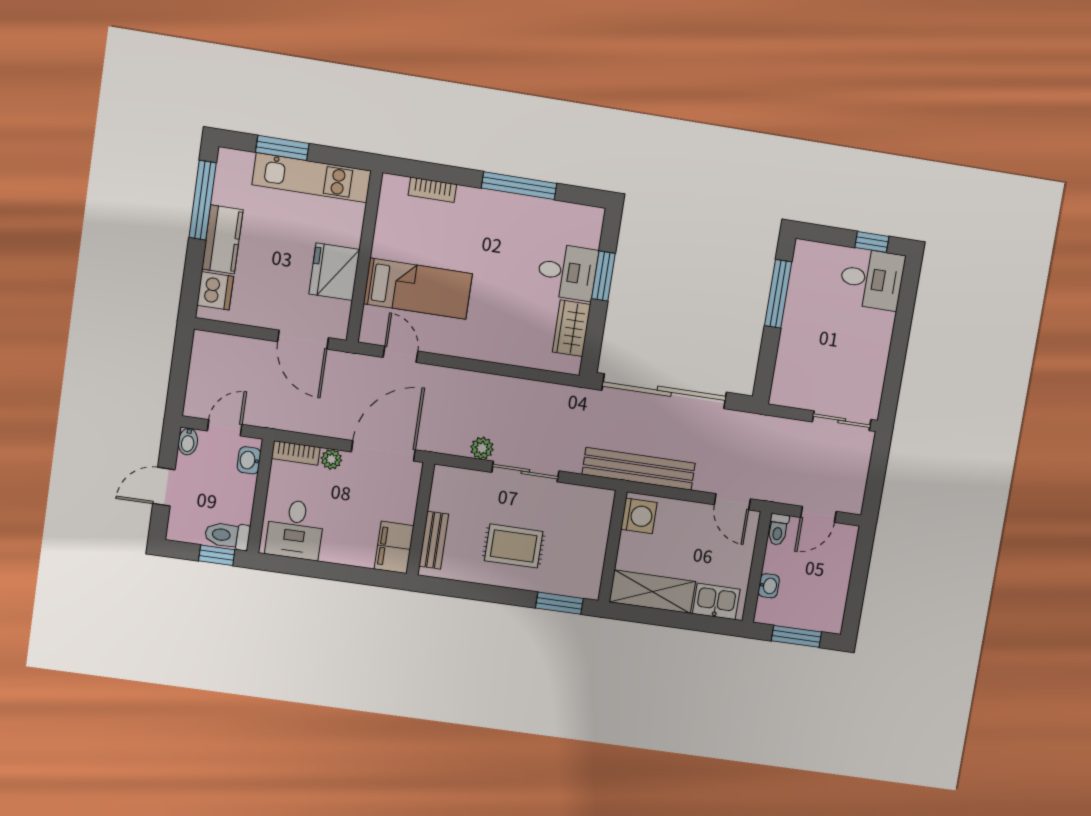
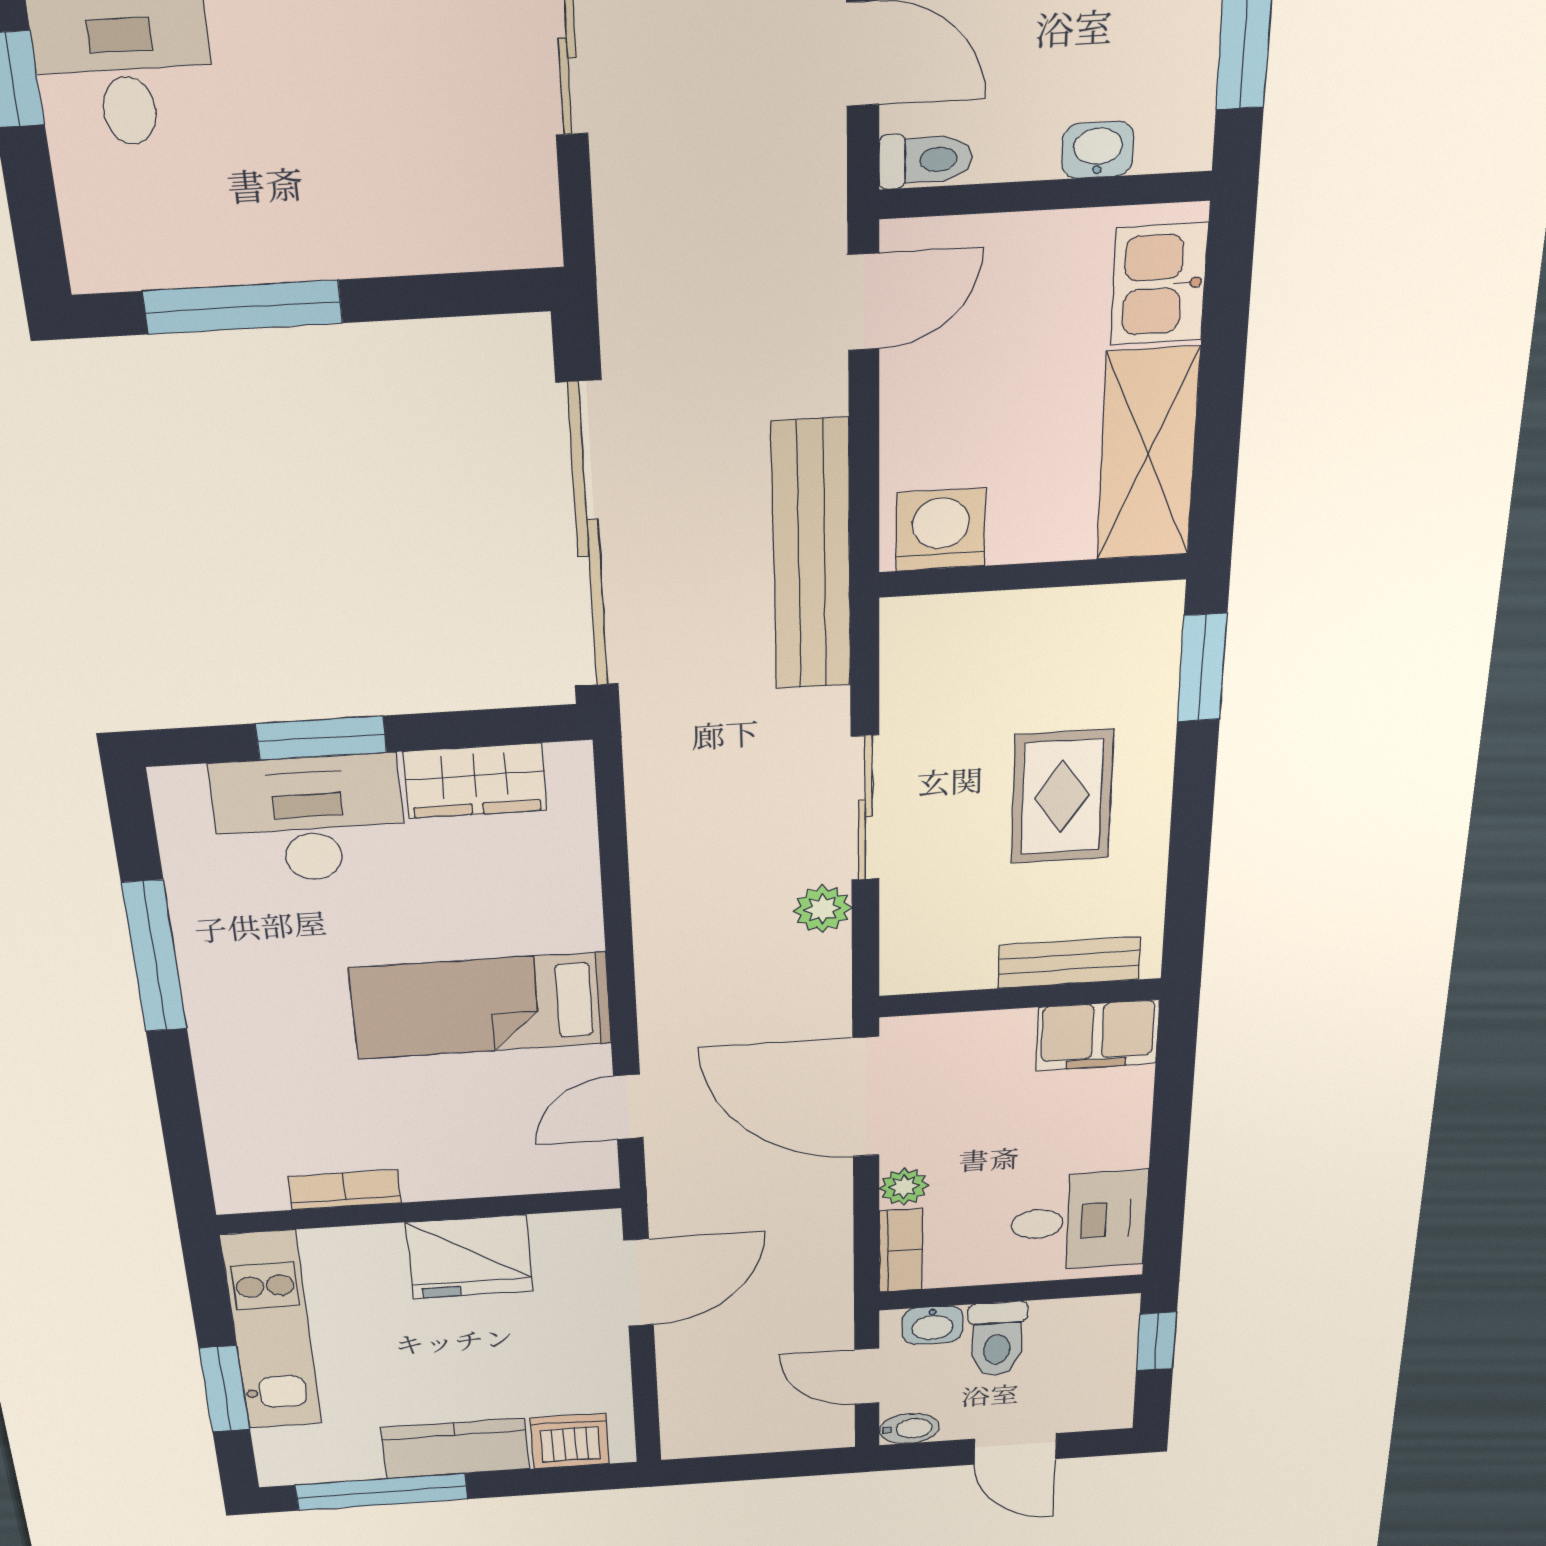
bookcase: (432, 190) -> (345, 1190), moved, turned -90
desk: (567, 272) -> (309, 819), width x1.37
bed: (418, 289) -> (481, 1006), moved, turned -90
toilet: (227, 535) -> (997, 1339), moved

